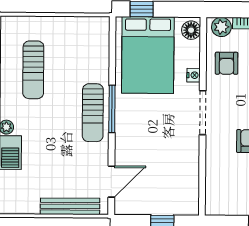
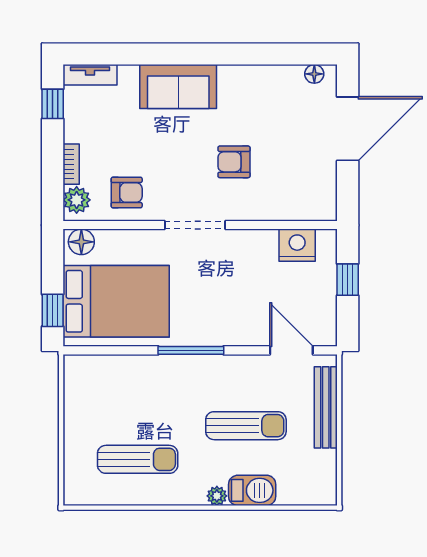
nightstand: (194, 75) -> (297, 245), moved, width x1.89, depth x1.79
sun lounger: (93, 113) -> (246, 426), moved

